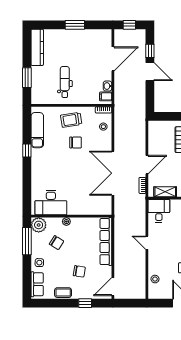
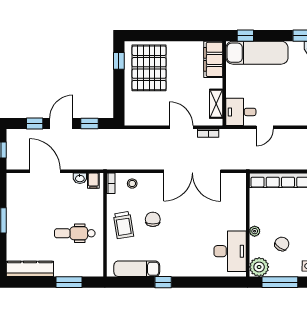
window: (150, 93) -> (89, 124), added
door: (147, 243) -> (265, 127), moved

